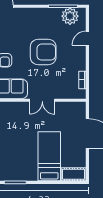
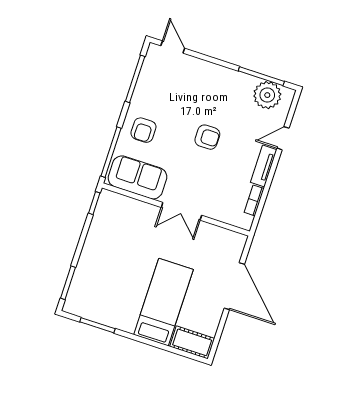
armchair: (43, 52) -> (207, 137), width x0.53, depth x0.53
tv unit: (81, 58) -> (264, 166), added

